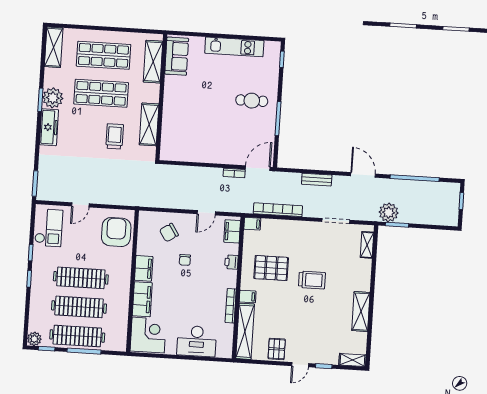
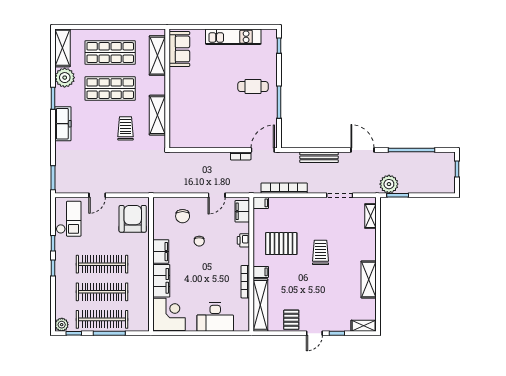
plant: (53, 98) -> (65, 78), moved
bench: (317, 180) -> (319, 157), width x1.36
chair: (169, 233) -> (183, 216), turned -57
trolley: (312, 280) -> (321, 252), turned -90

